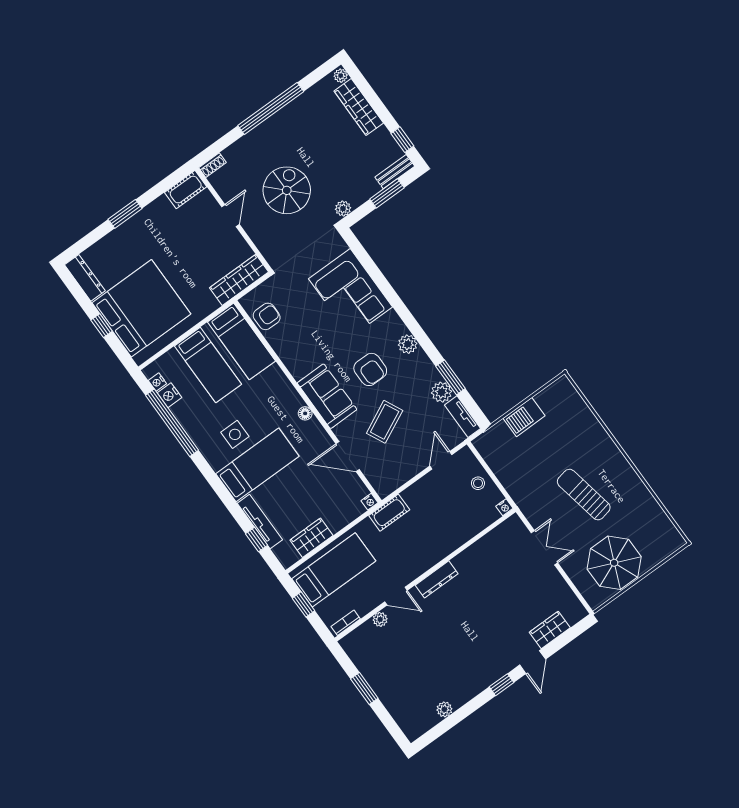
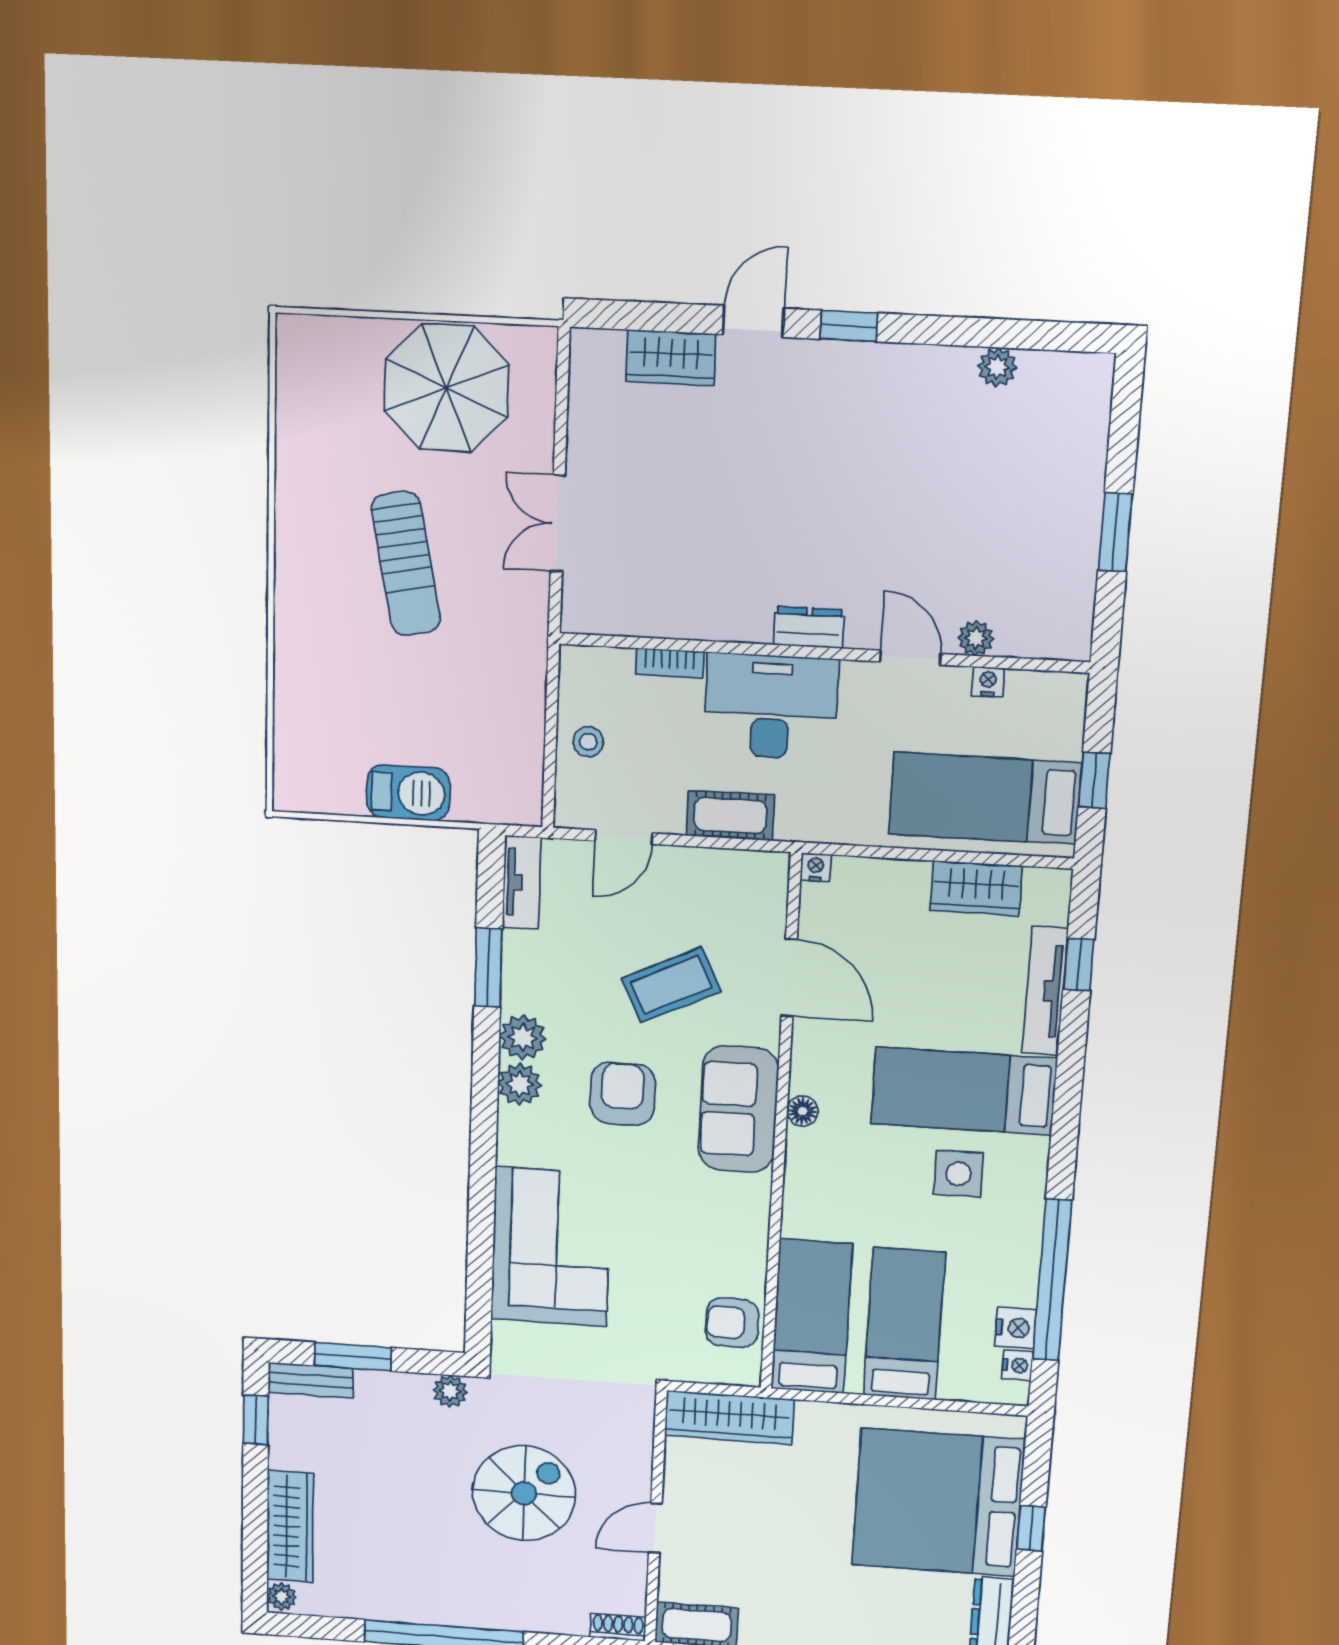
spiral stairs: (287, 190) -> (524, 1493), turned 180
plant: (441, 392) -> (523, 1037), moved
nightstand: (504, 507) -> (988, 682), moved
cot: (389, 513) -> (730, 815), moved
desk: (428, 543) -> (771, 707), added
dresser: (437, 579) -> (809, 627), width x0.70
bookcase: (346, 623) -> (670, 663), moved

